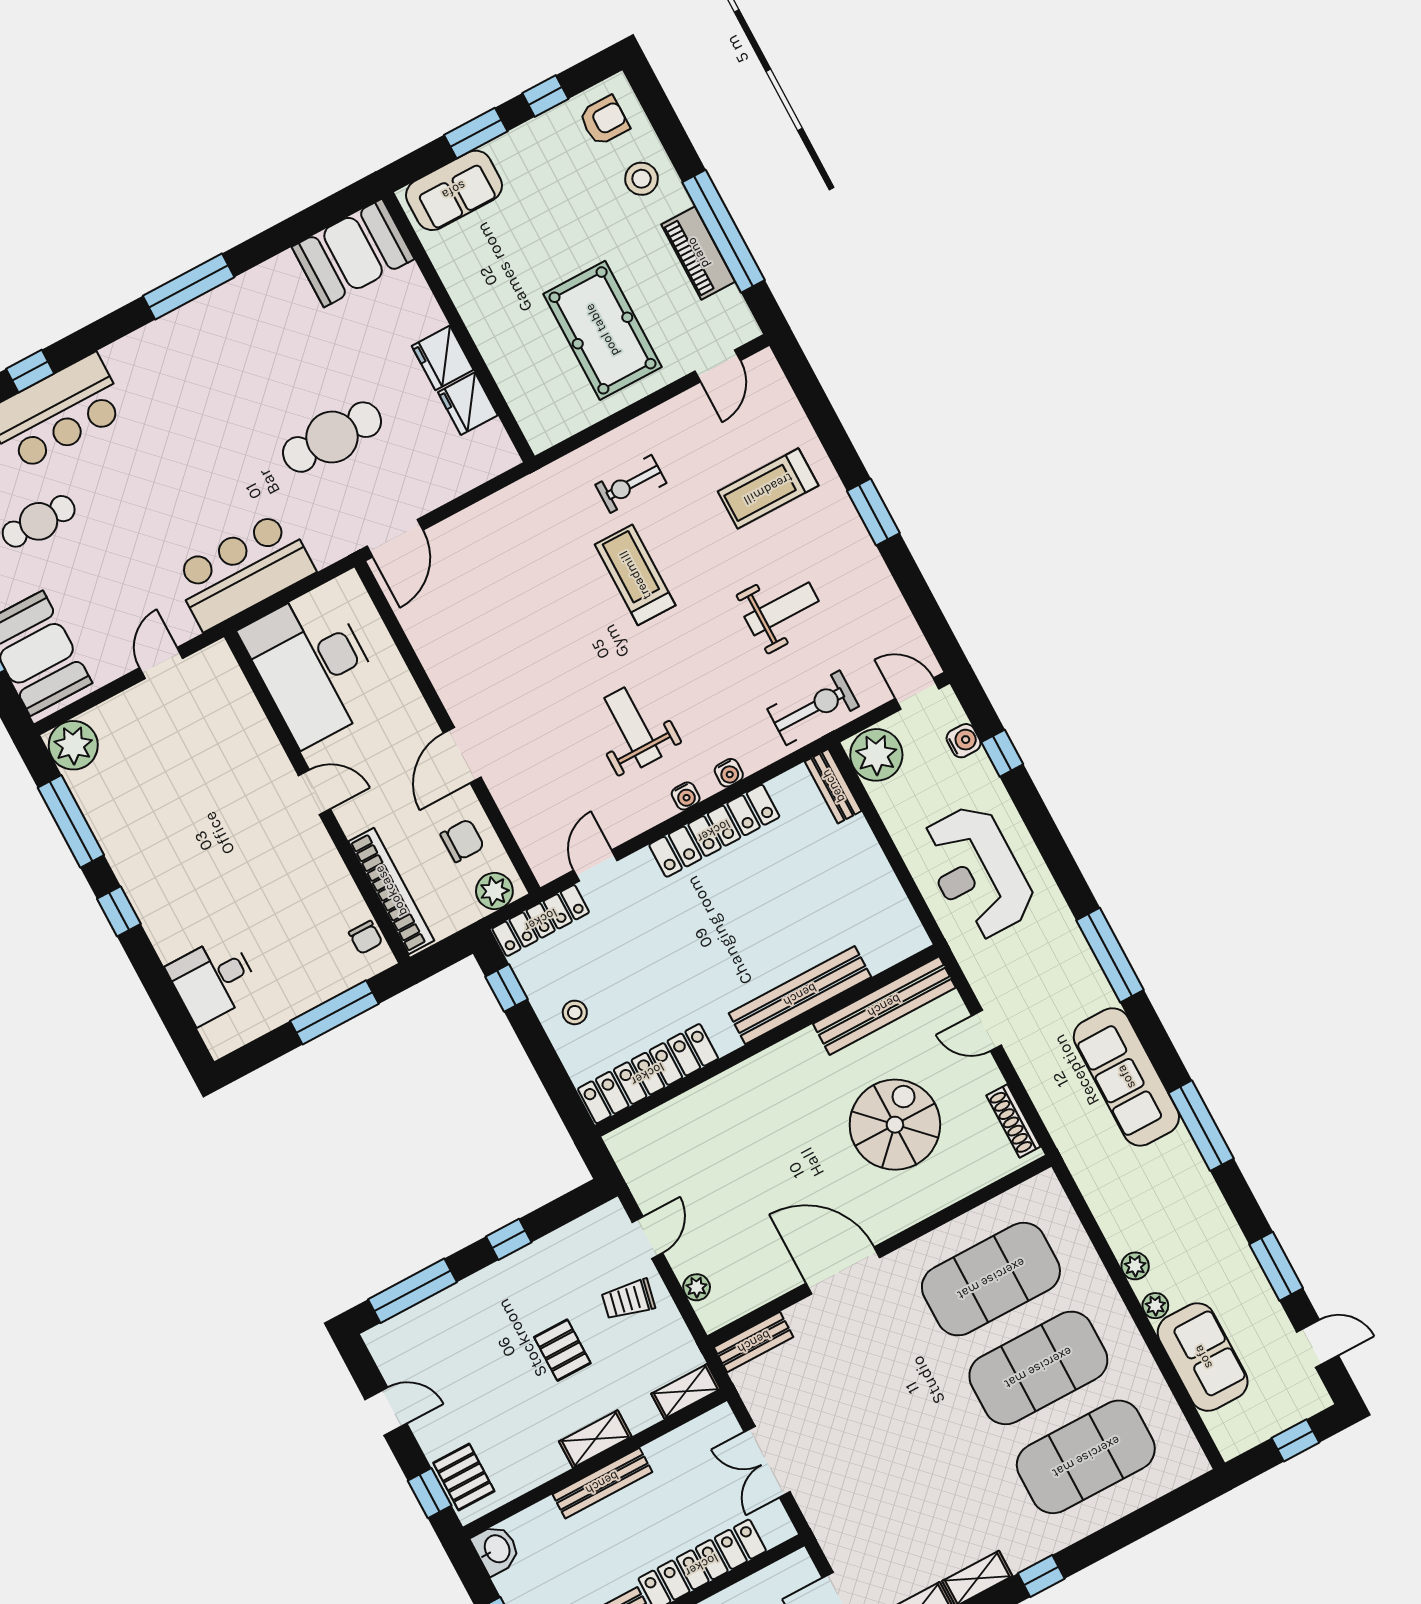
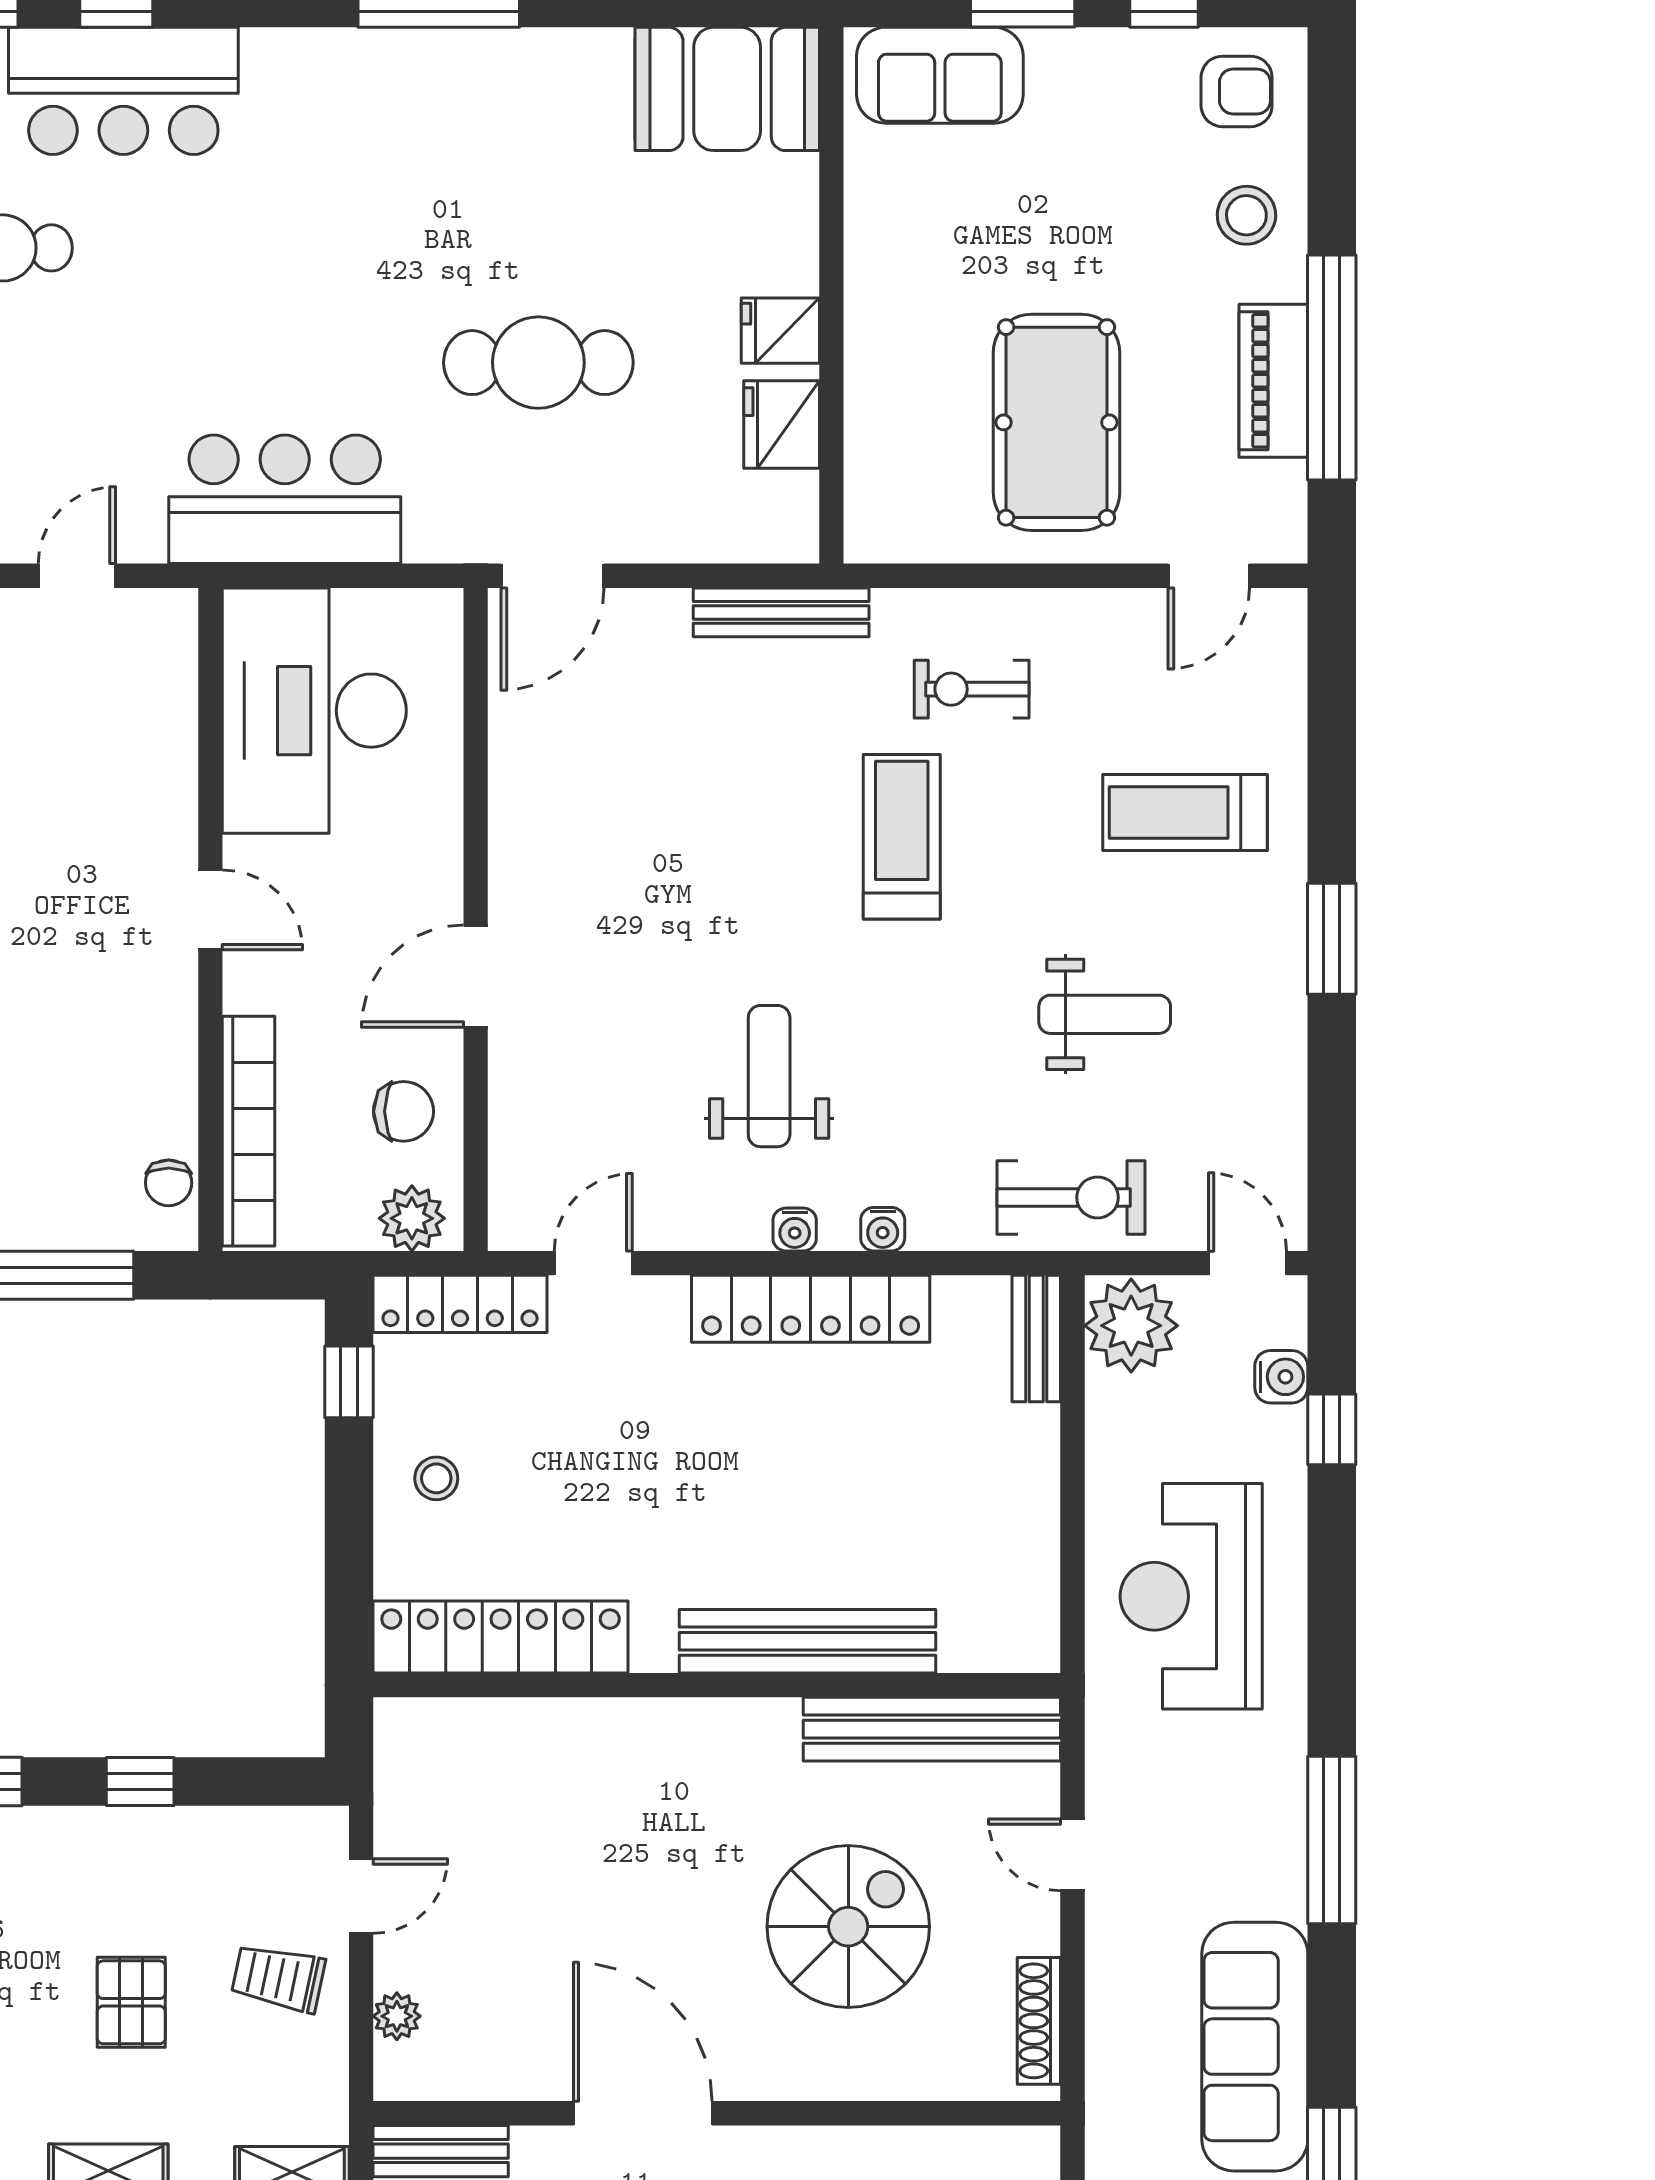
fridge: (443, 358) -> (780, 331), width x0.72
bench: (517, 496) -> (781, 612), added

